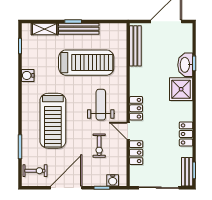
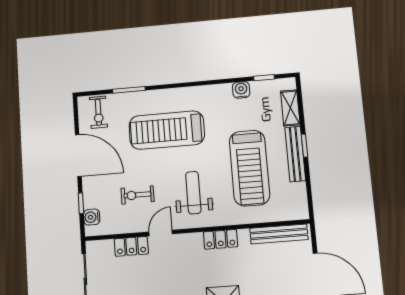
water cooler: (28, 75) -> (241, 90), moved
weight bench: (101, 105) -> (193, 193), turned -90
locker: (136, 108) -> (221, 239), moved

